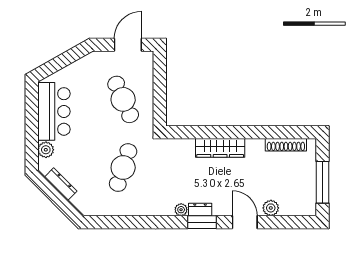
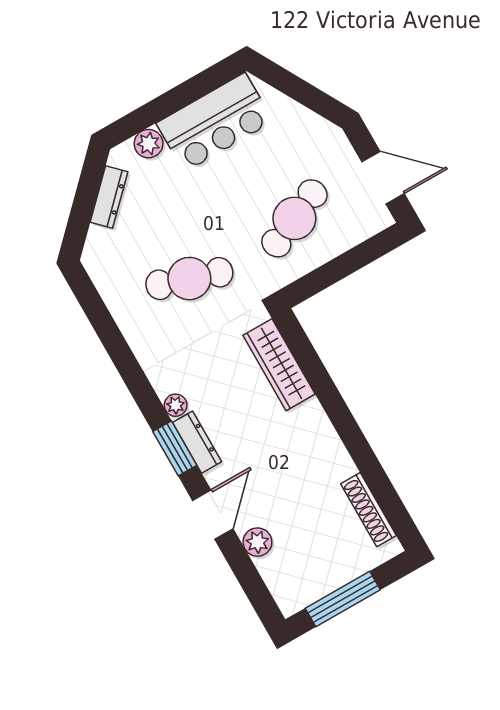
wardrobe: (220, 148) -> (279, 365), moved
dresser: (200, 210) -> (197, 442), width x1.44

